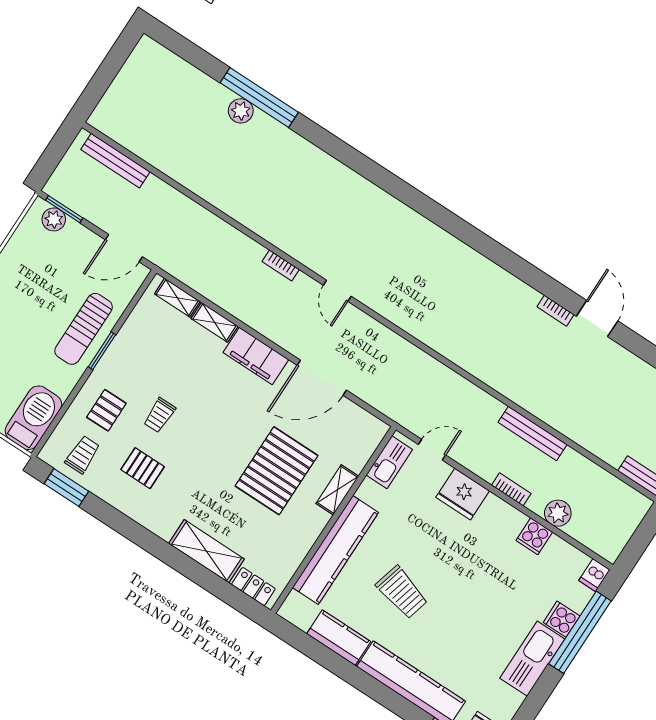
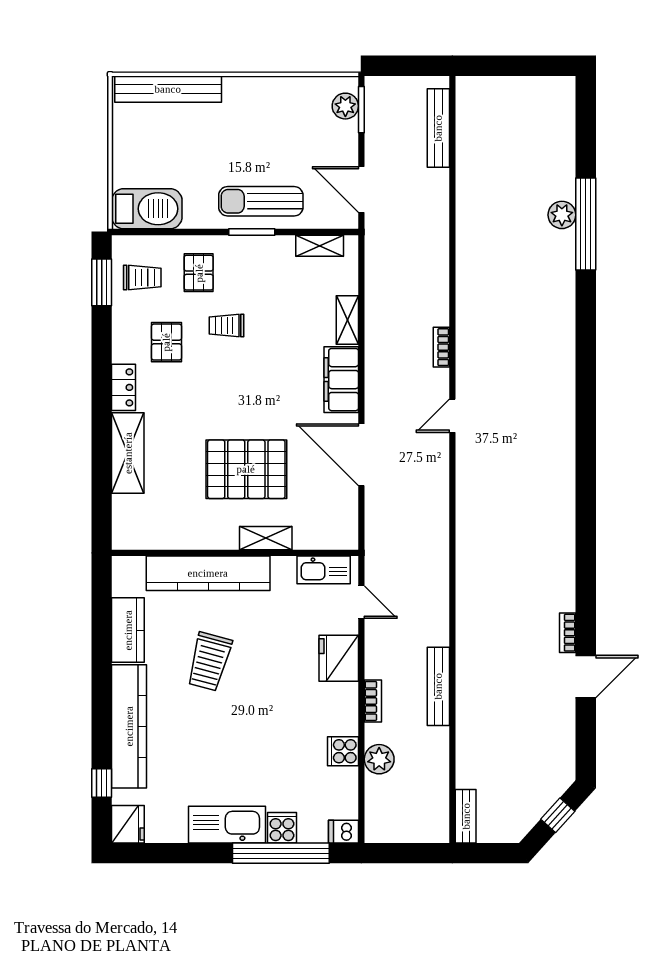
shelving: (177, 298) -> (320, 246), moved, turned 90
pallet: (106, 410) -> (199, 273), turned 90
locker: (253, 587) -> (123, 387), moved

